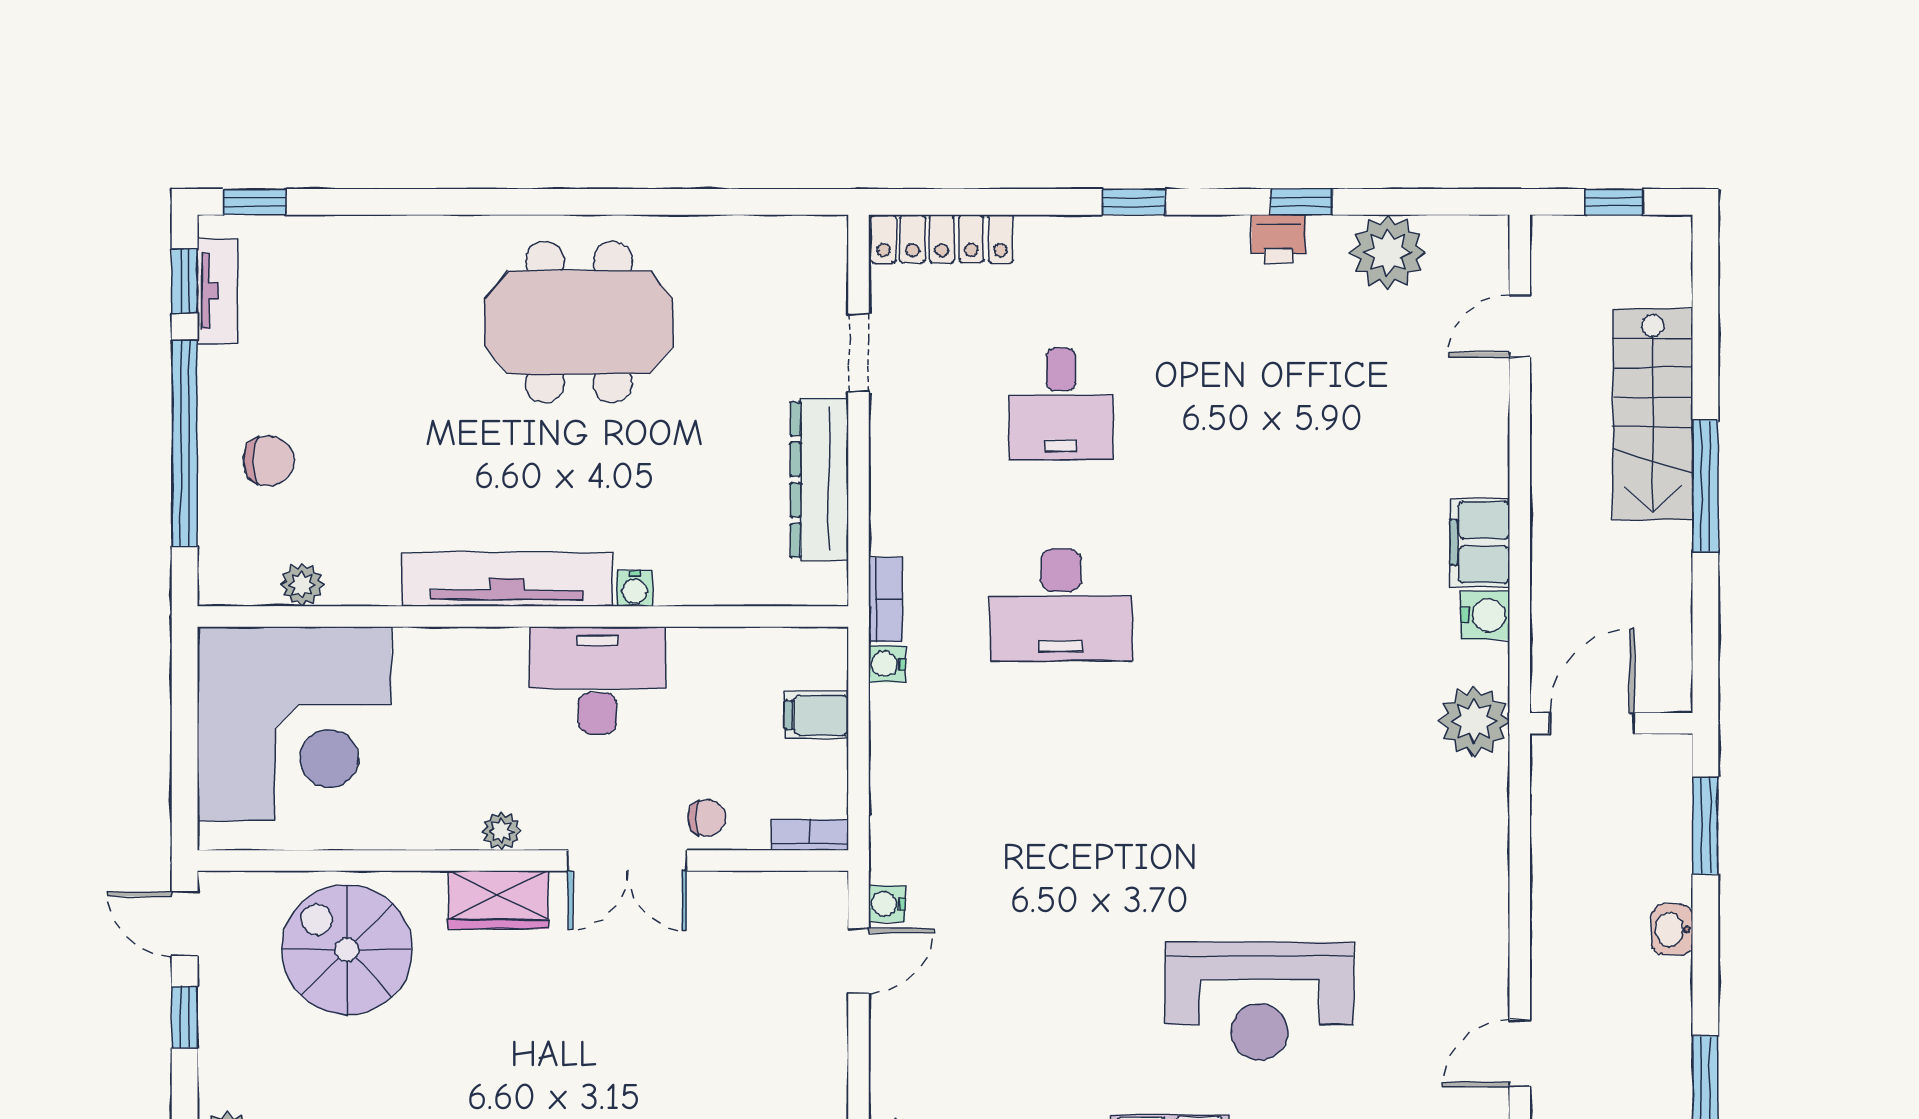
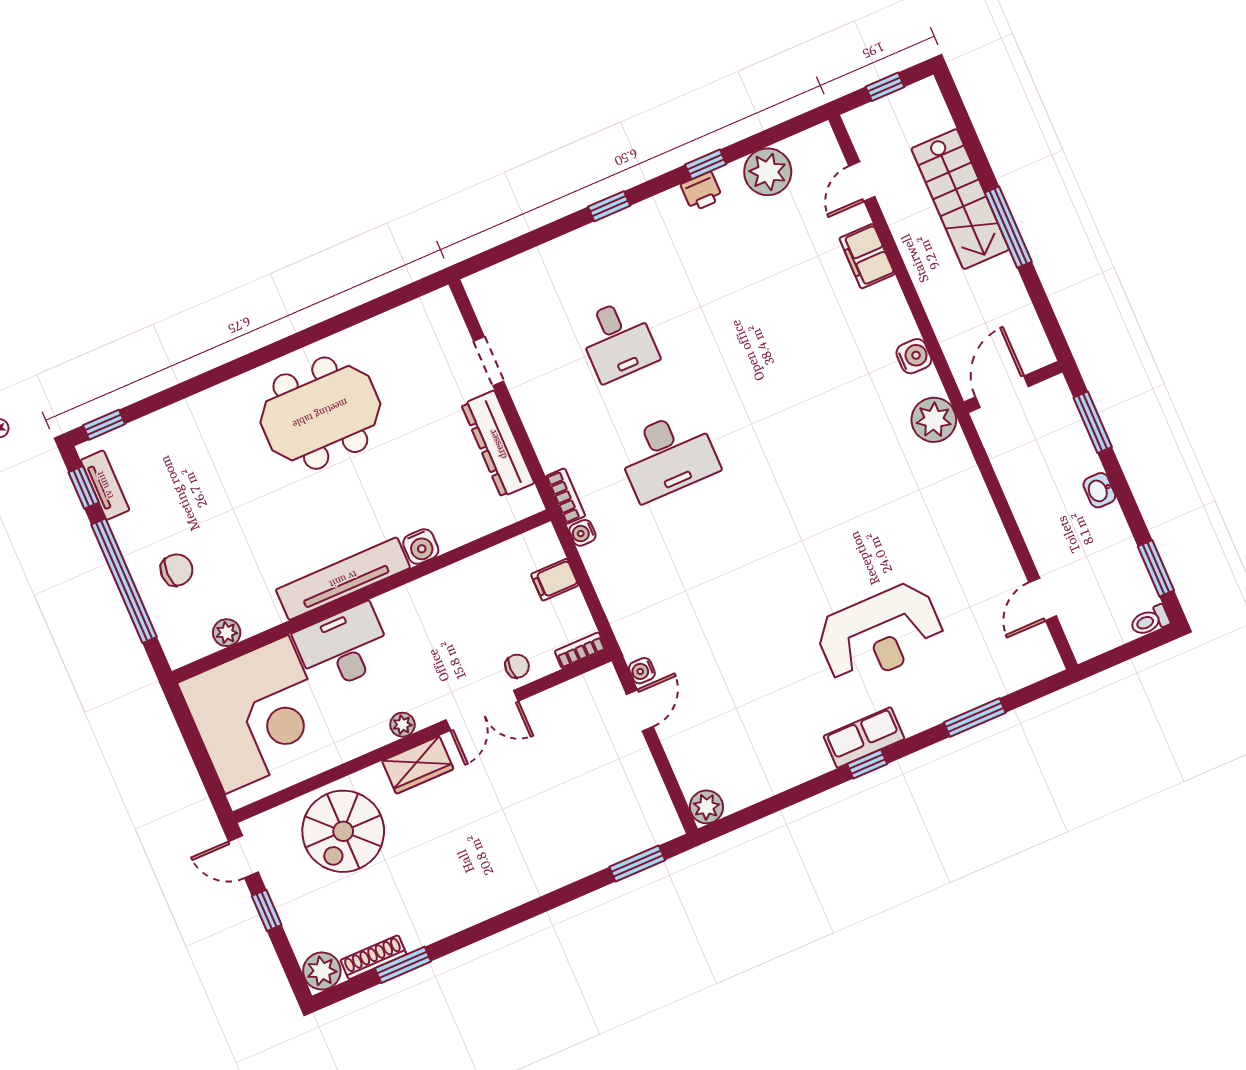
locker: (942, 239) -> (508, 275), removed
filing cabinet: (1480, 542) -> (867, 256), moved
water cooler: (635, 588) -> (421, 547), width x1.38, depth x1.38
desk: (597, 680) -> (343, 647), moved
spiral stairs: (347, 950) -> (343, 831), turned -90

